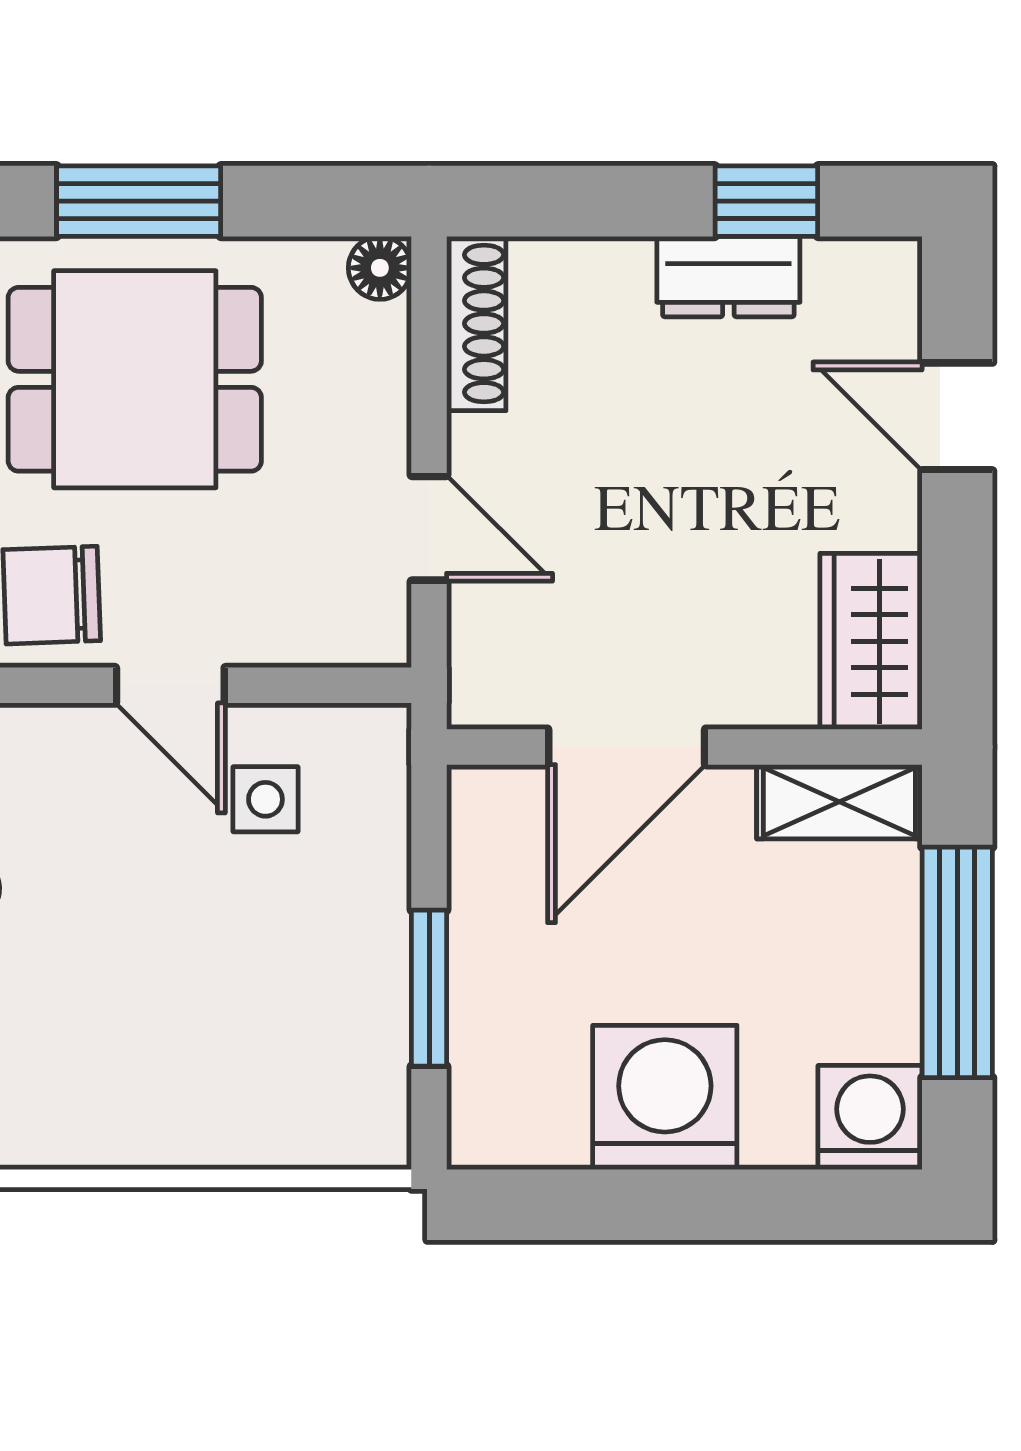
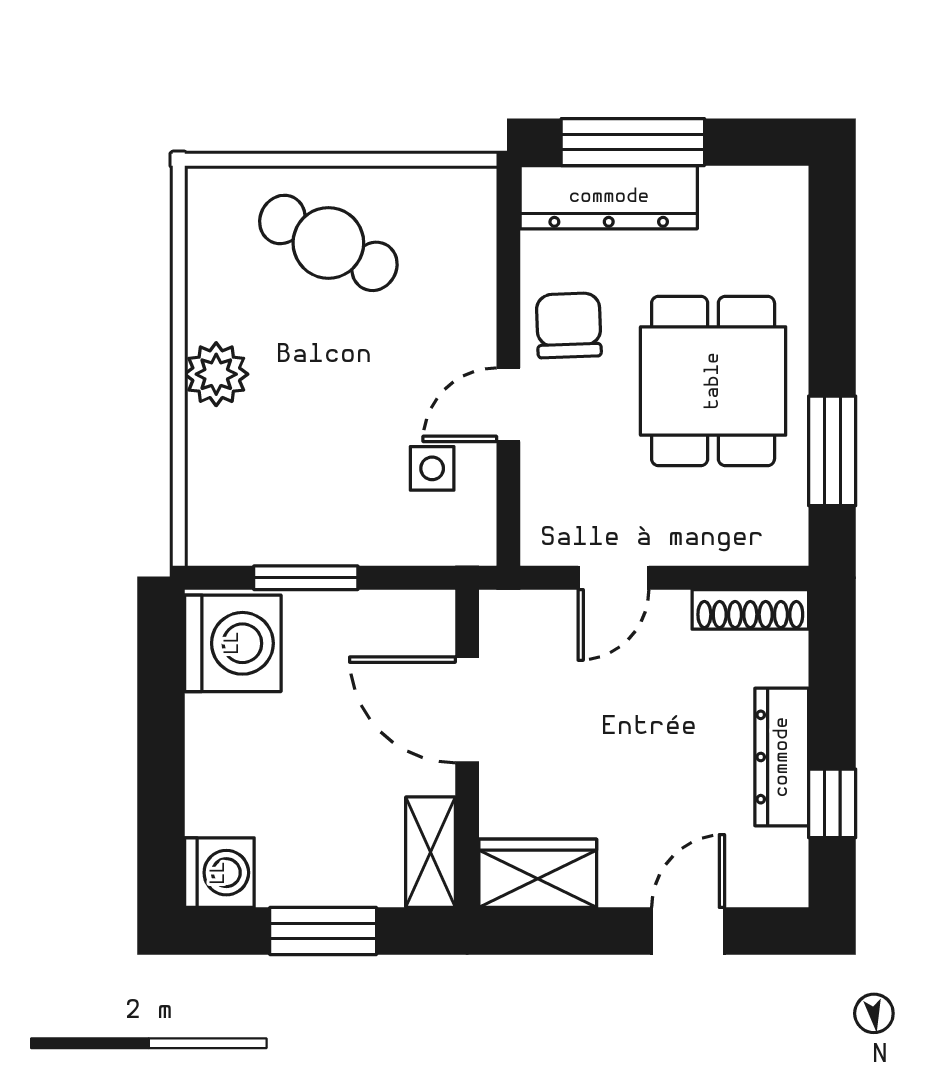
window: (139, 201) -> (832, 451), moved
floor lamp: (380, 268) -> (788, 545), removed
dresser: (728, 277) -> (782, 757), width x1.44
window: (957, 962) -> (323, 931), width x0.69
washing machine: (665, 1097) -> (233, 643), moved
plant: (125, 1122) -> (216, 374), added

